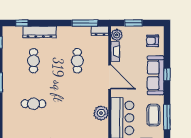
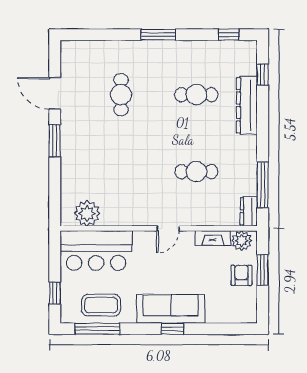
armchair: (153, 41) -> (241, 275), moved
door: (110, 77) -> (168, 228), width x0.53
plant: (101, 113) -> (87, 213), moved

